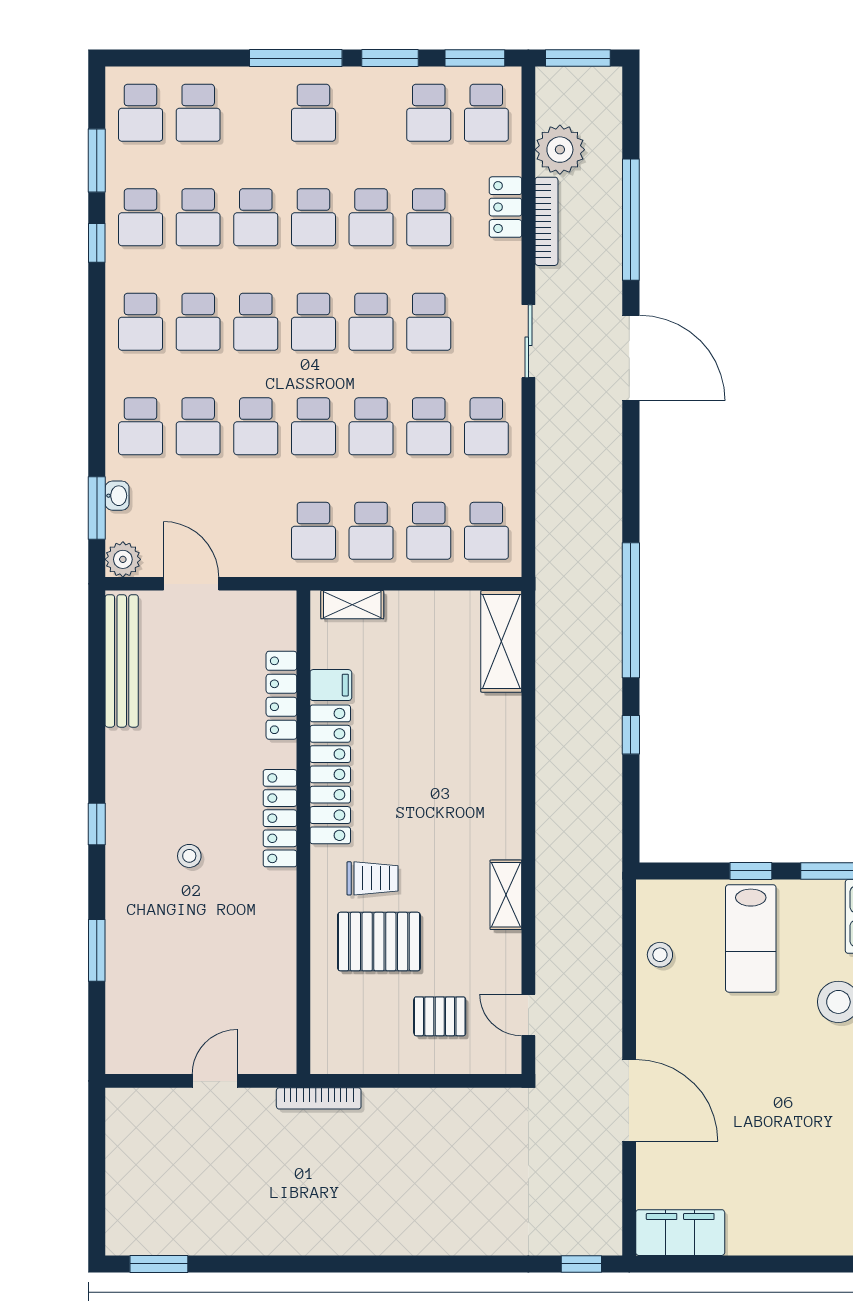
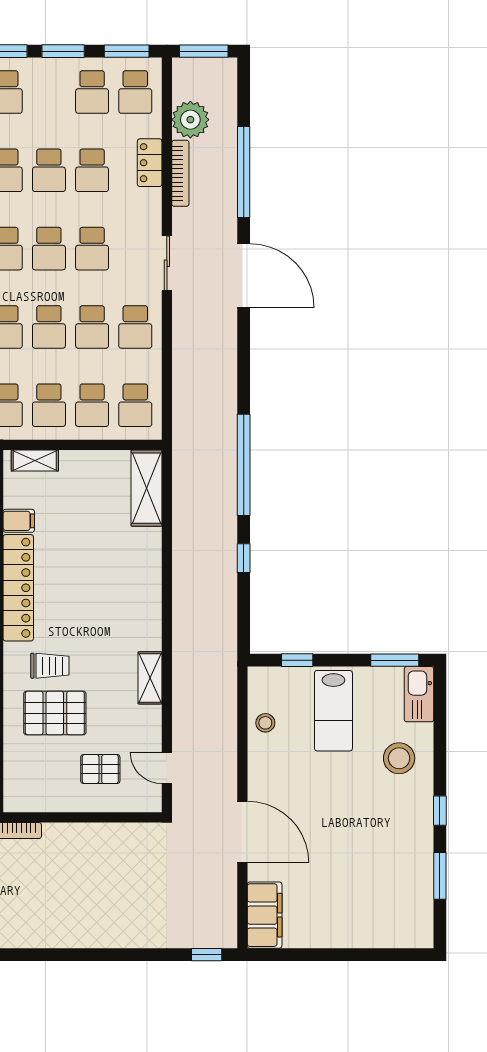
window: (751, 871) -> (297, 660), moved
filing cabinet: (680, 1233) -> (265, 915), moved, turned 90

